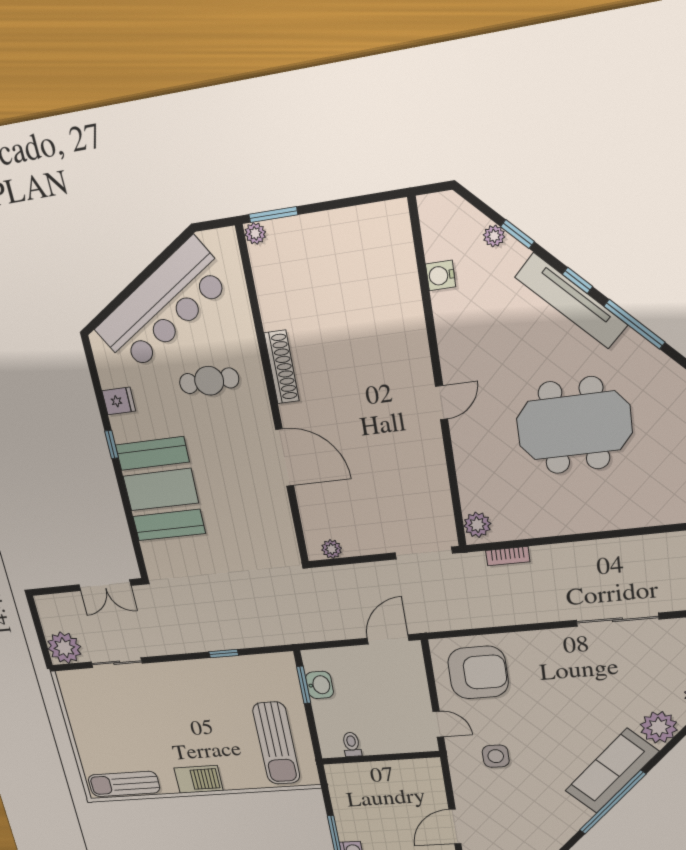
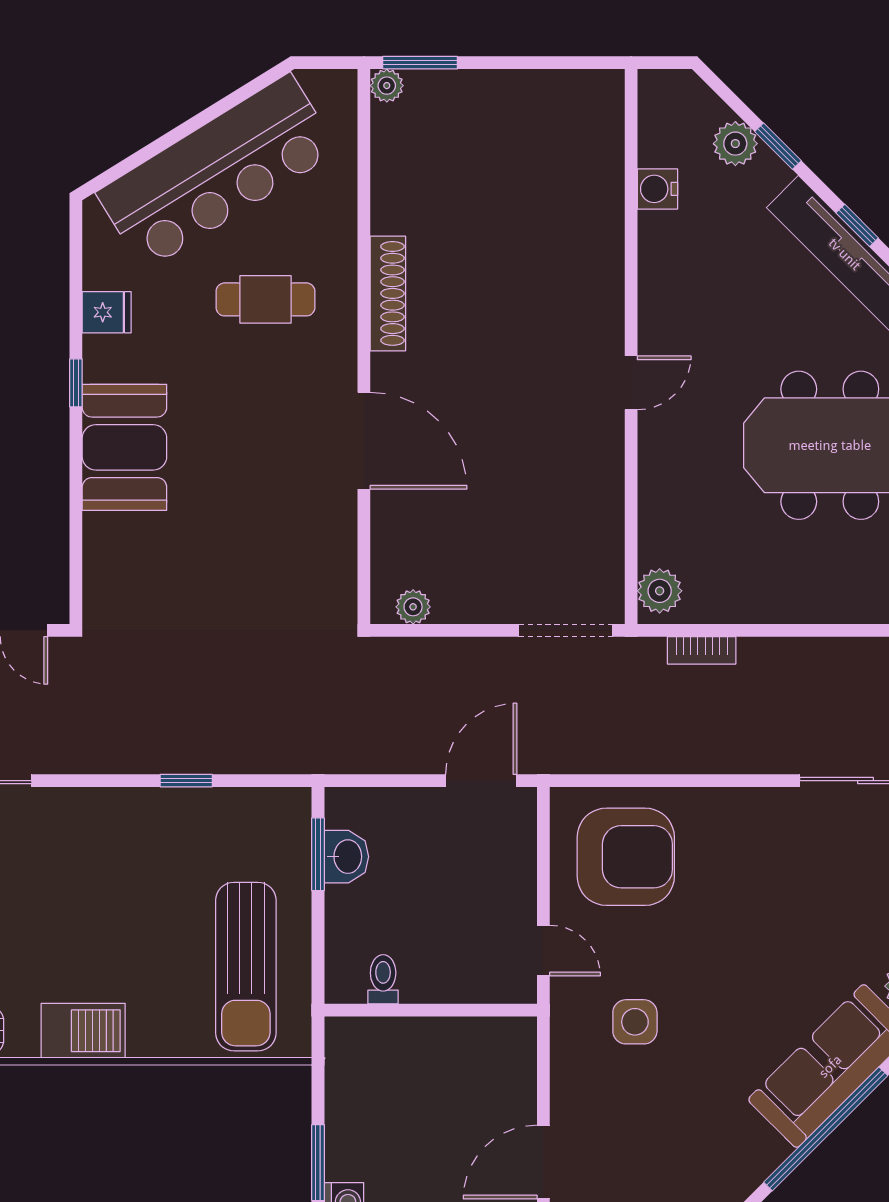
plant: (494, 236) -> (735, 144), width x1.38, depth x1.38
booth: (161, 490) -> (124, 447), width x0.73, depth x0.70

